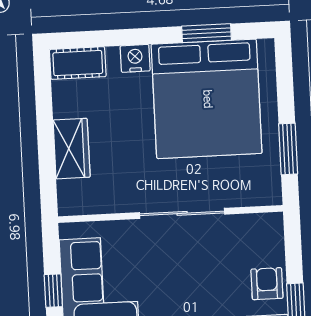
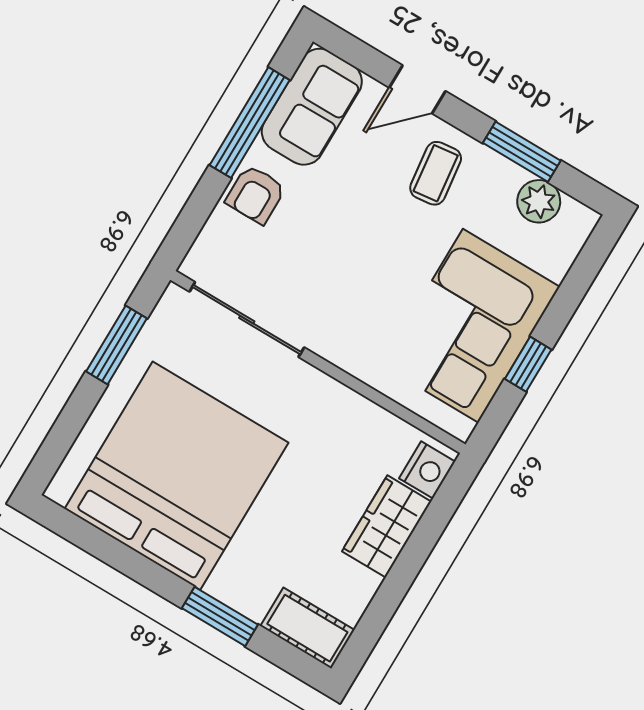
window: (206, 33) -> (220, 616), moved
nightstand: (135, 58) -> (427, 470), moved, turned -90
sliding door: (182, 213) -> (247, 320), moved

